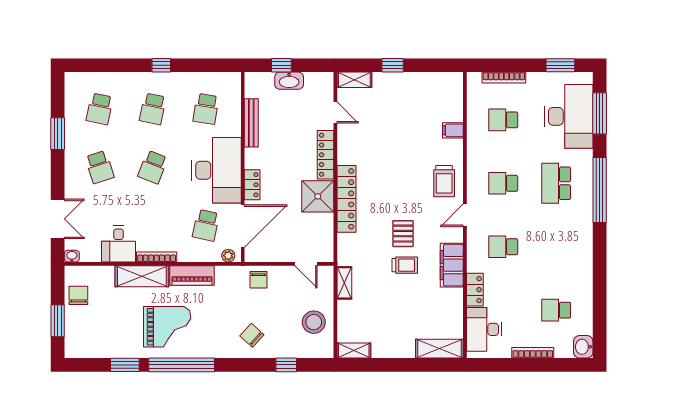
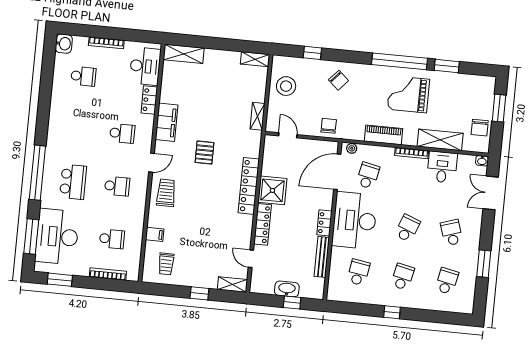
locker: (252, 185) -> (324, 223), moved
trolley: (405, 265) -> (166, 264), moved, turned -90
shelving: (142, 276) -> (440, 140), moved

